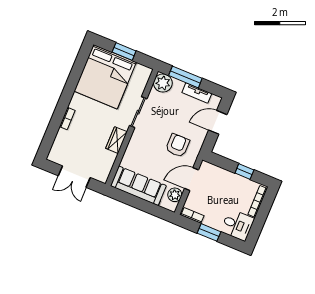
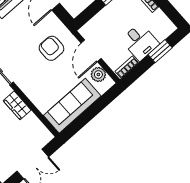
desk: (237, 225) -> (140, 42), moved, turned 90
window: (209, 232) -> (160, 51), moved

